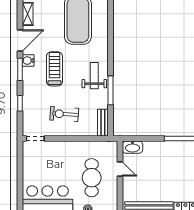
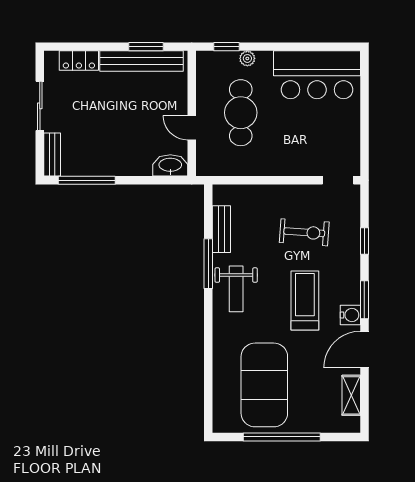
treadmill: (54, 69) -> (305, 301), turned 180
exercise bike: (64, 114) -> (304, 232), moved
bench: (103, 123) -> (221, 229), moved

